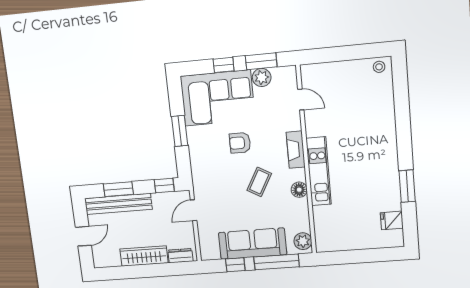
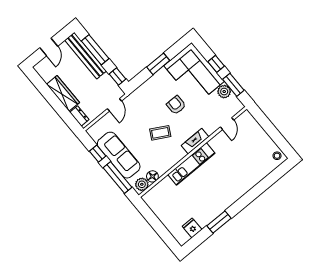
window: (118, 189) -> (95, 50), width x1.44
floor lamp: (299, 190) -> (152, 176), moved
door: (194, 210) -> (114, 105), swing flipped
door: (83, 236) -> (49, 47), hinge flipped

